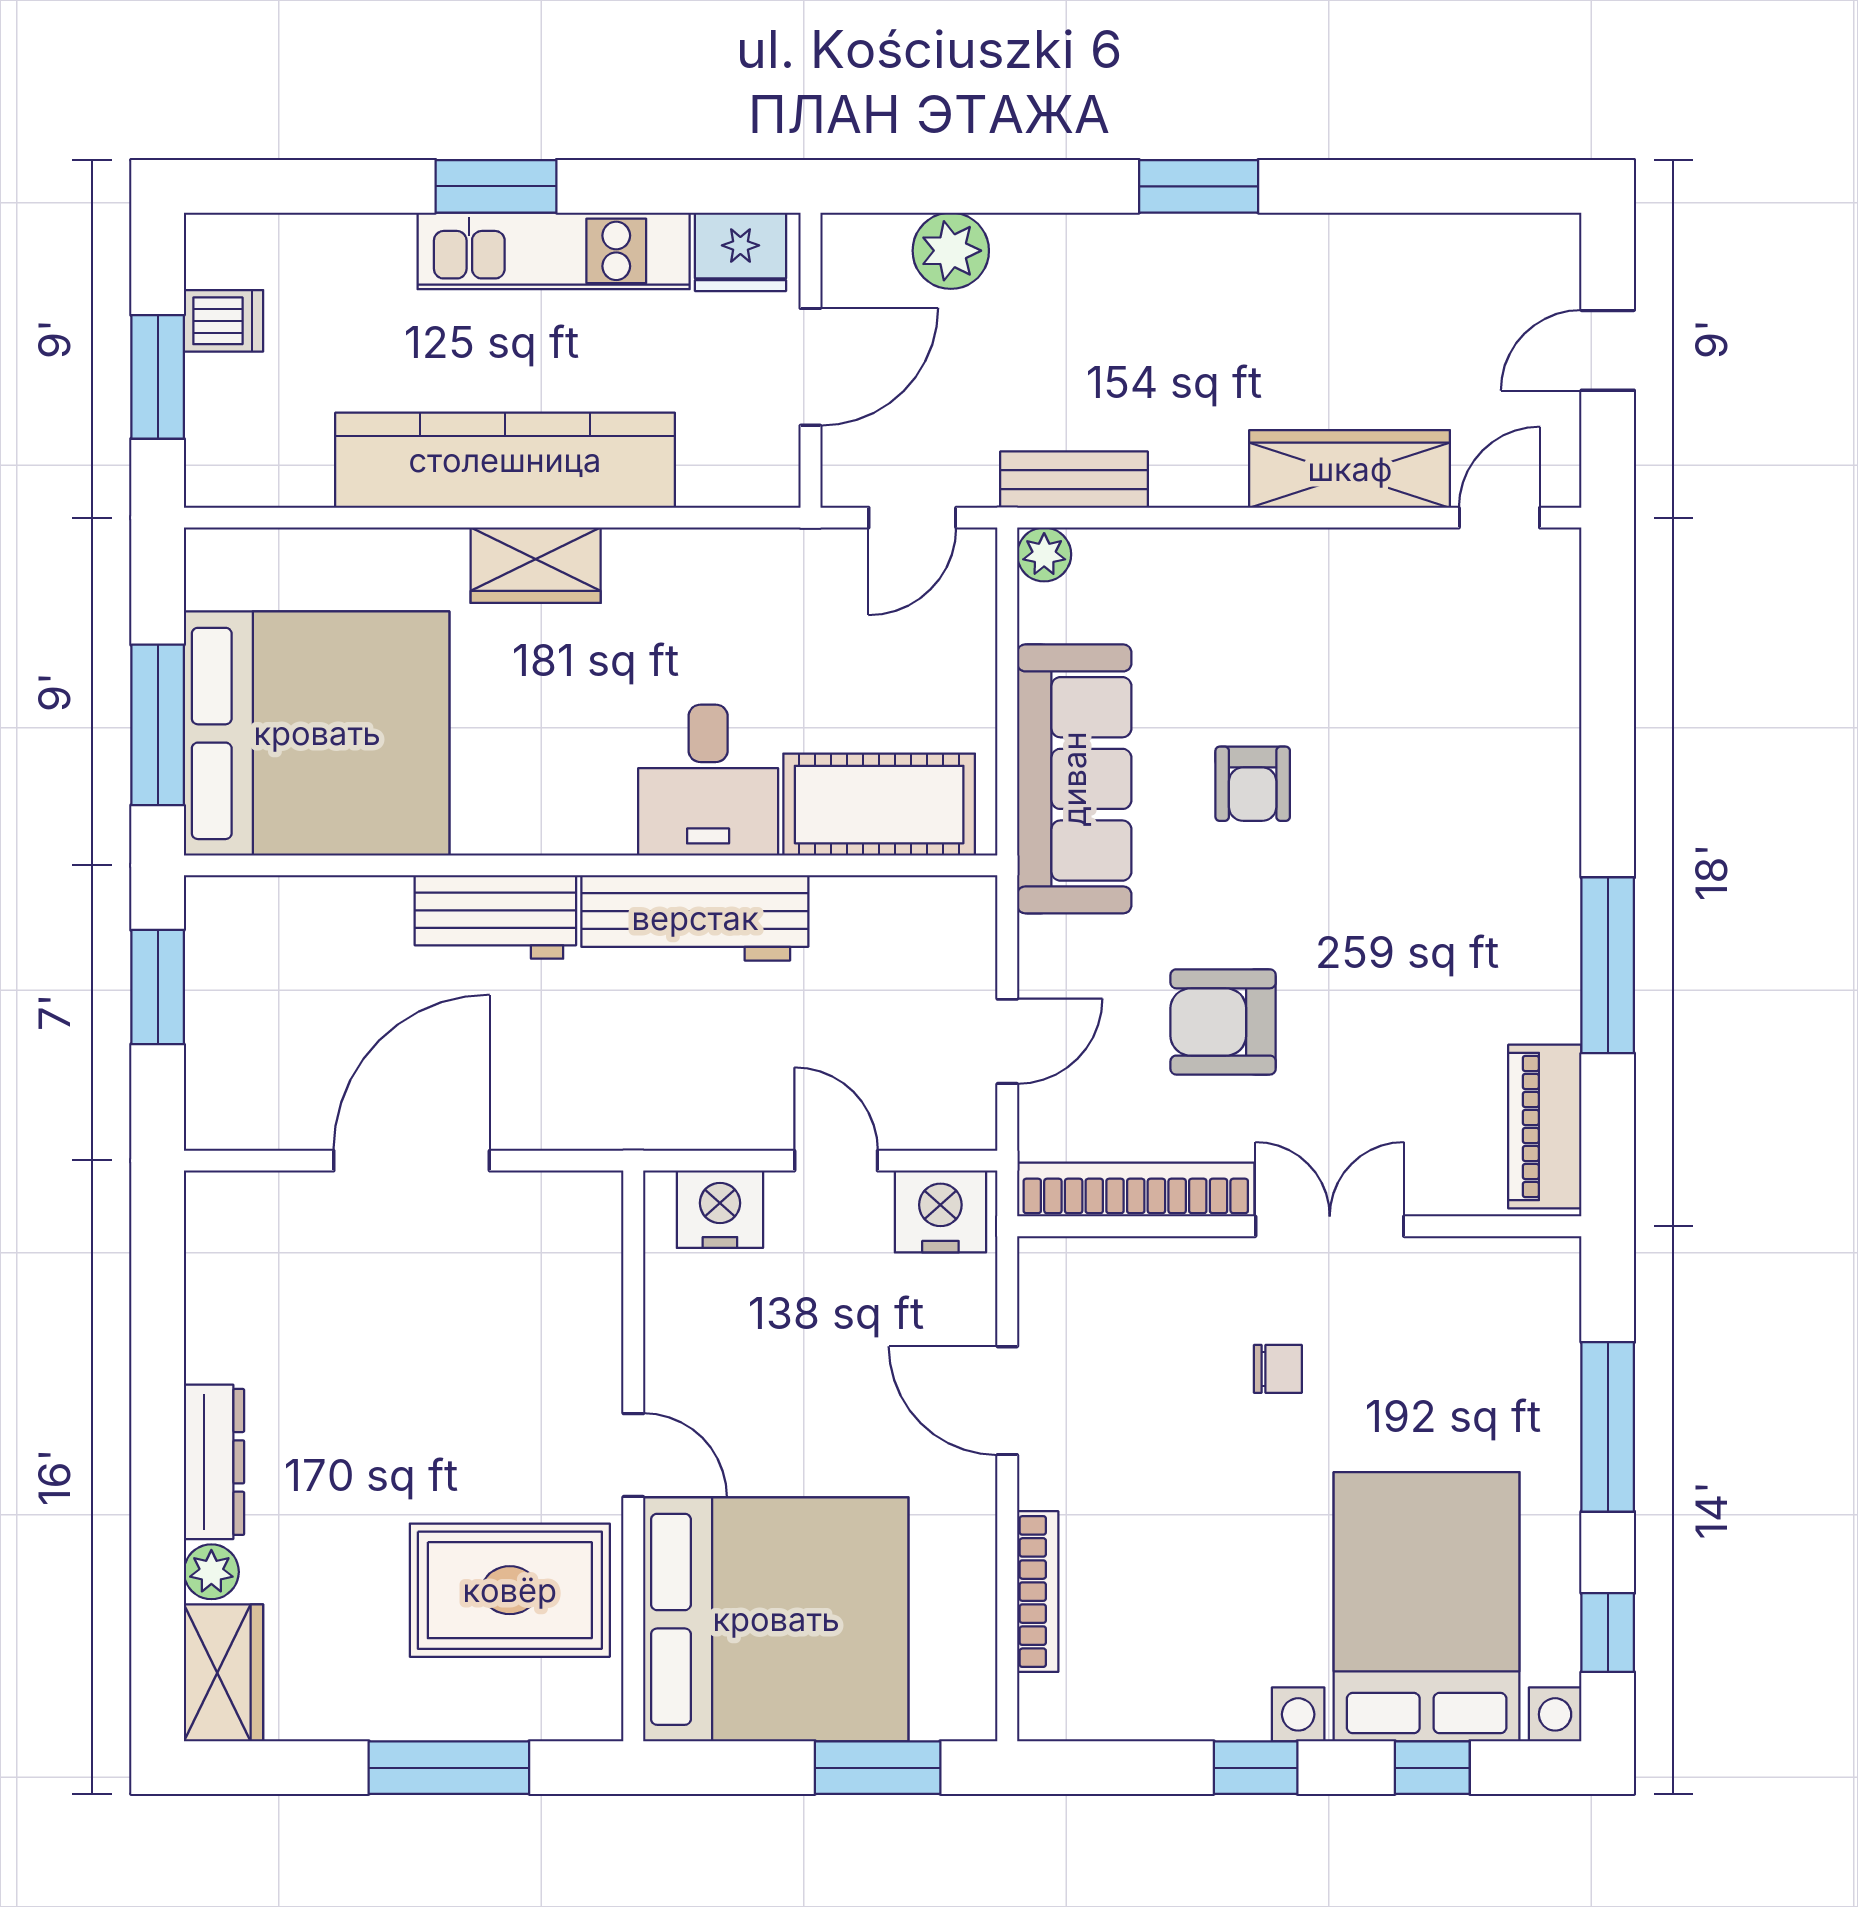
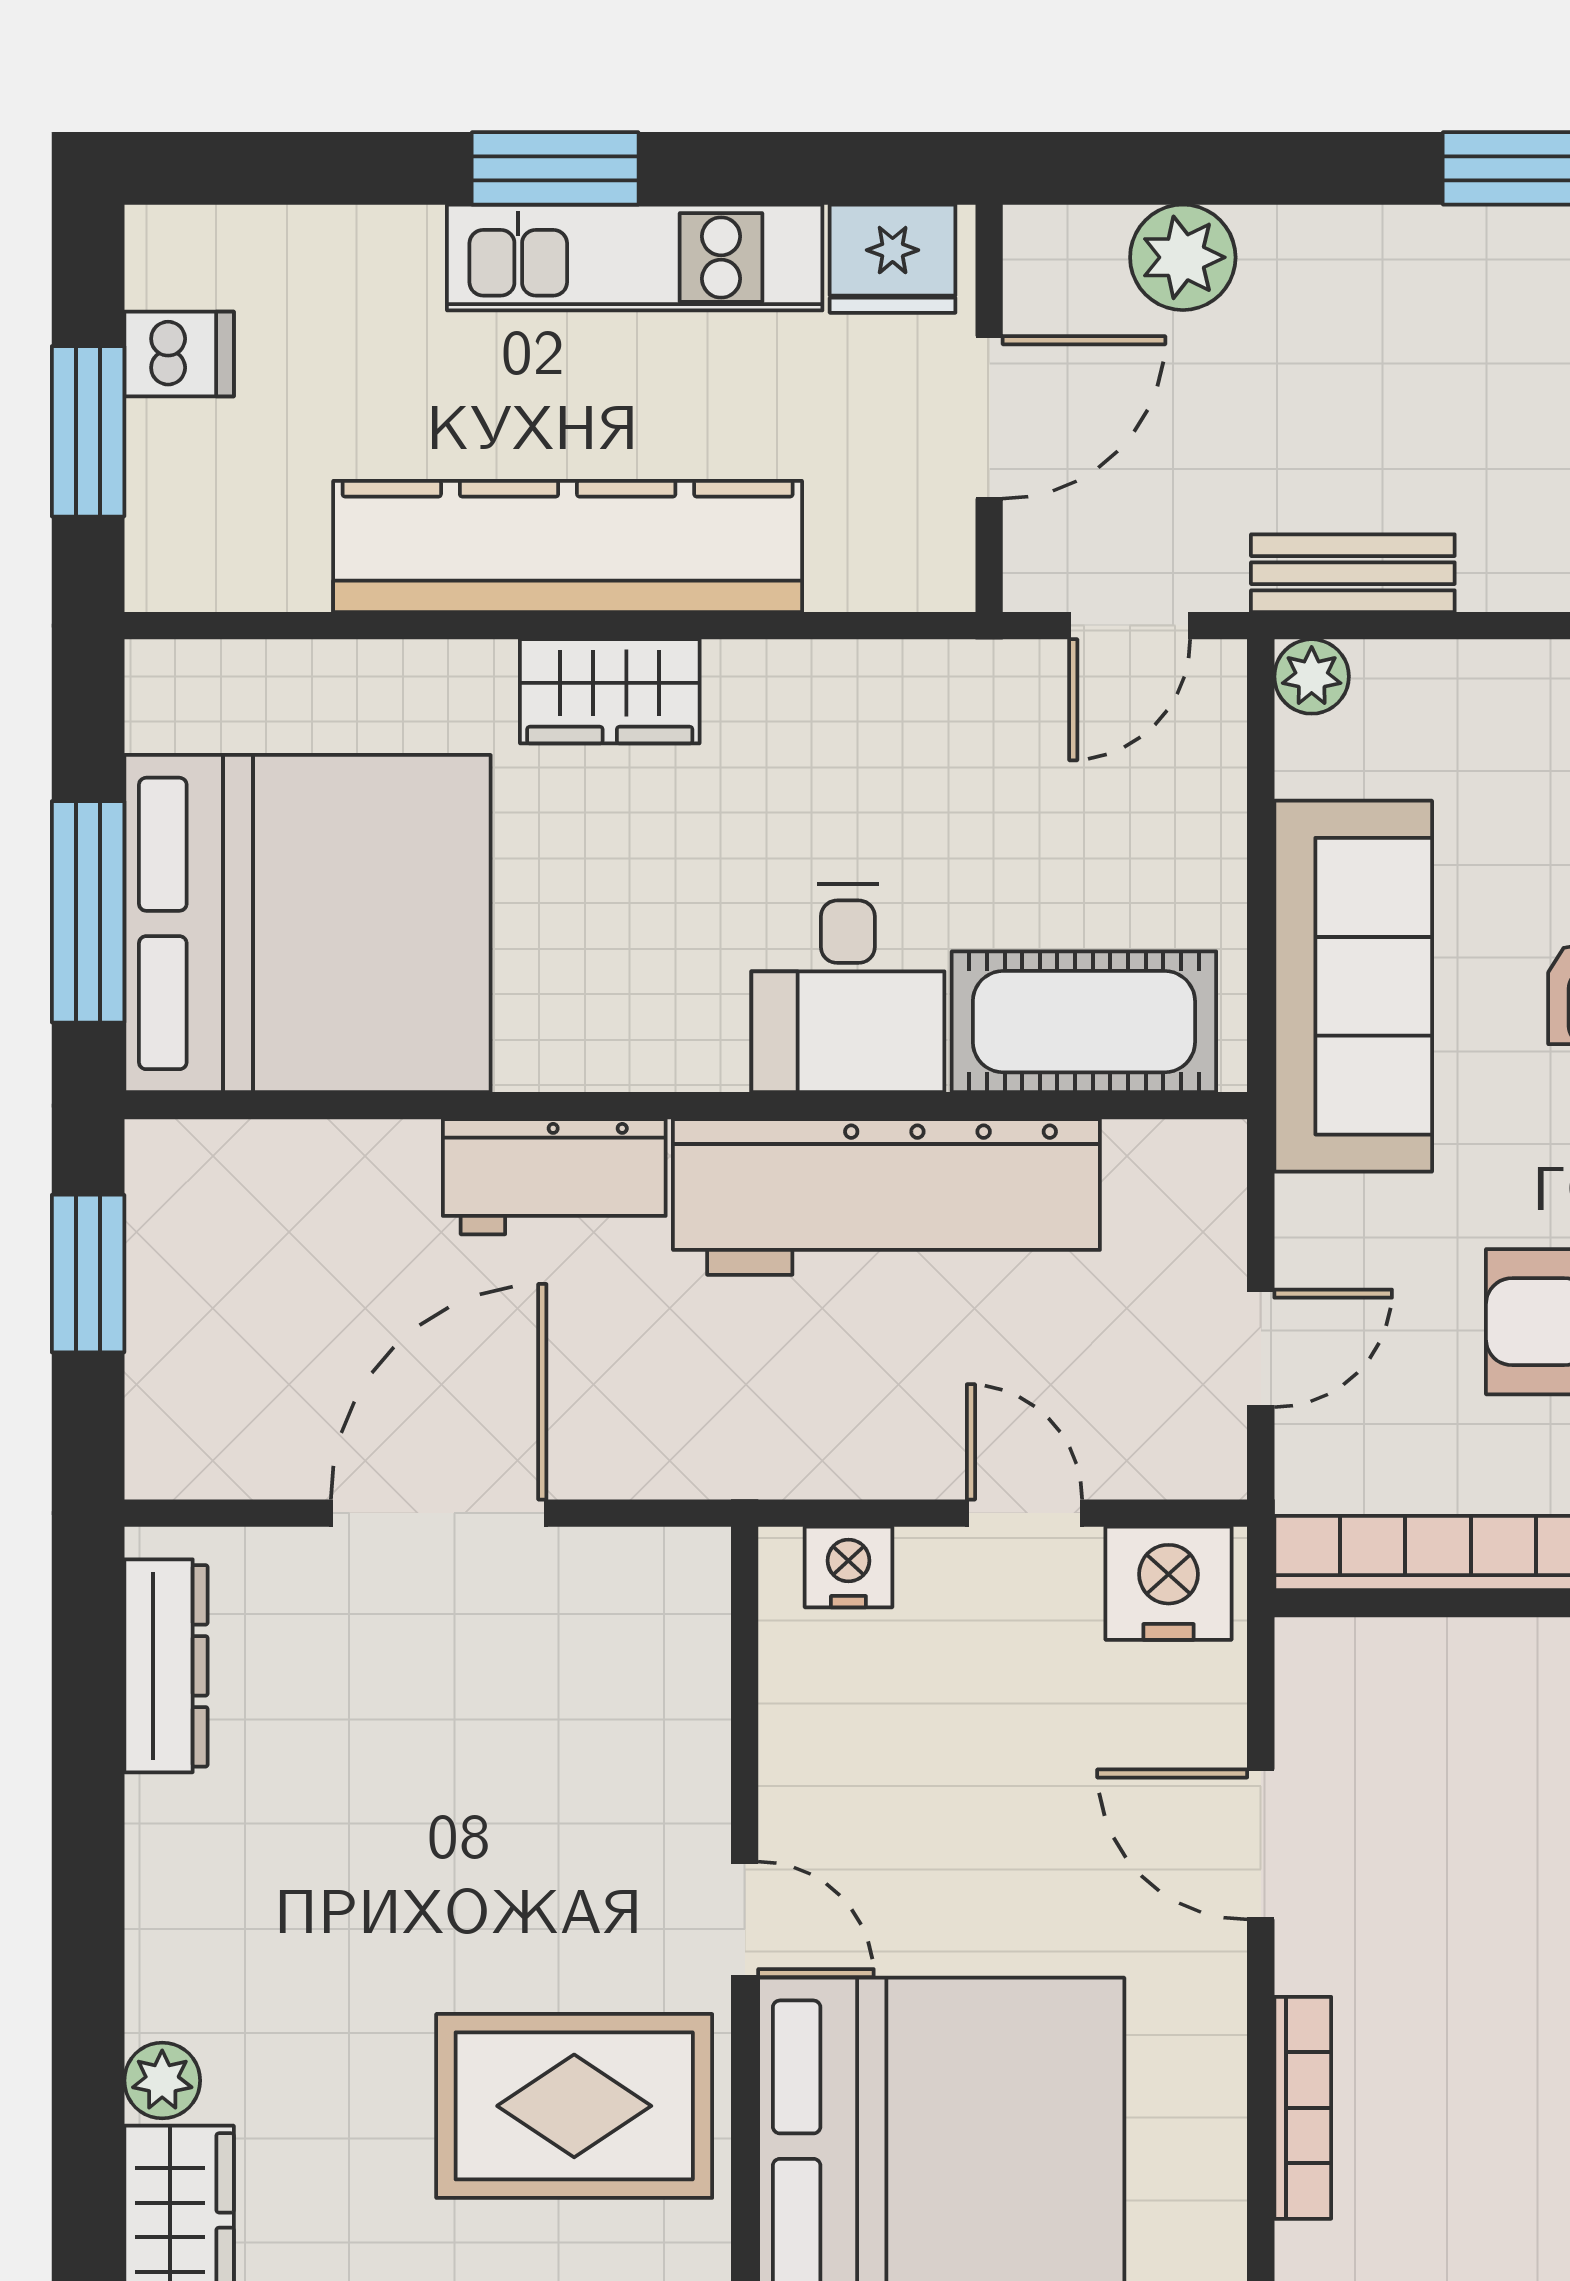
workbench: (695, 918) -> (886, 1197), width x1.36, depth x1.32
nightstand: (720, 1209) -> (848, 1567), width x0.74, depth x0.75
dresser: (214, 1462) -> (166, 1666), moved

